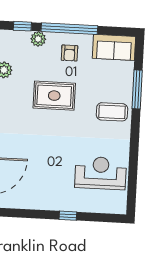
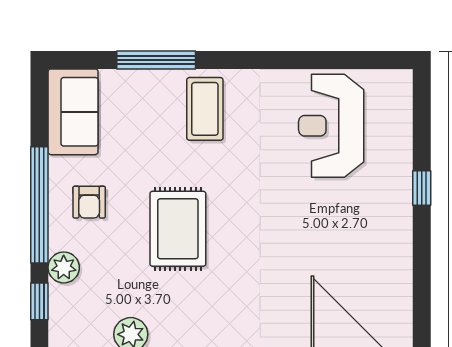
armchair: (69, 53) -> (89, 202), turned 90

